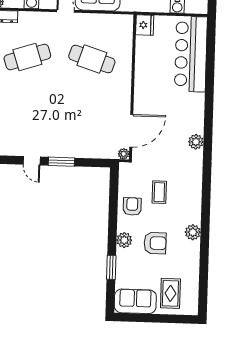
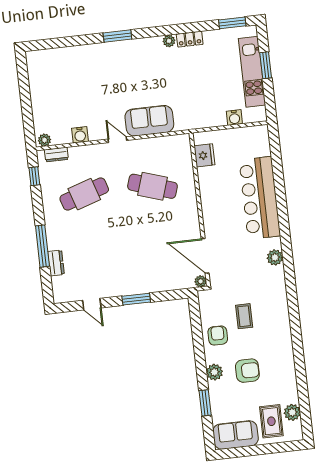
fridge: (145, 25) -> (204, 155), moved
bar counter: (191, 54) -> (260, 198), moved
door: (131, 131) -> (205, 256), swing flipped
door: (32, 161) -> (92, 304), moved
plant: (193, 232) -> (292, 412), moved

